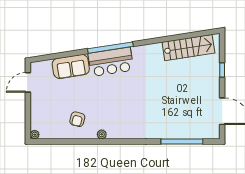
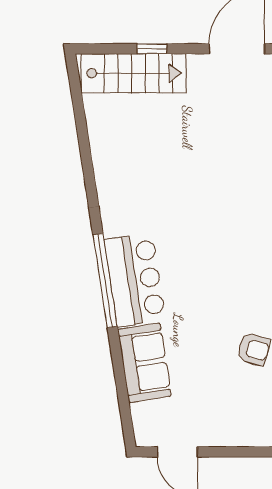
stairs: (188, 48) -> (134, 73), moved, turned 99

